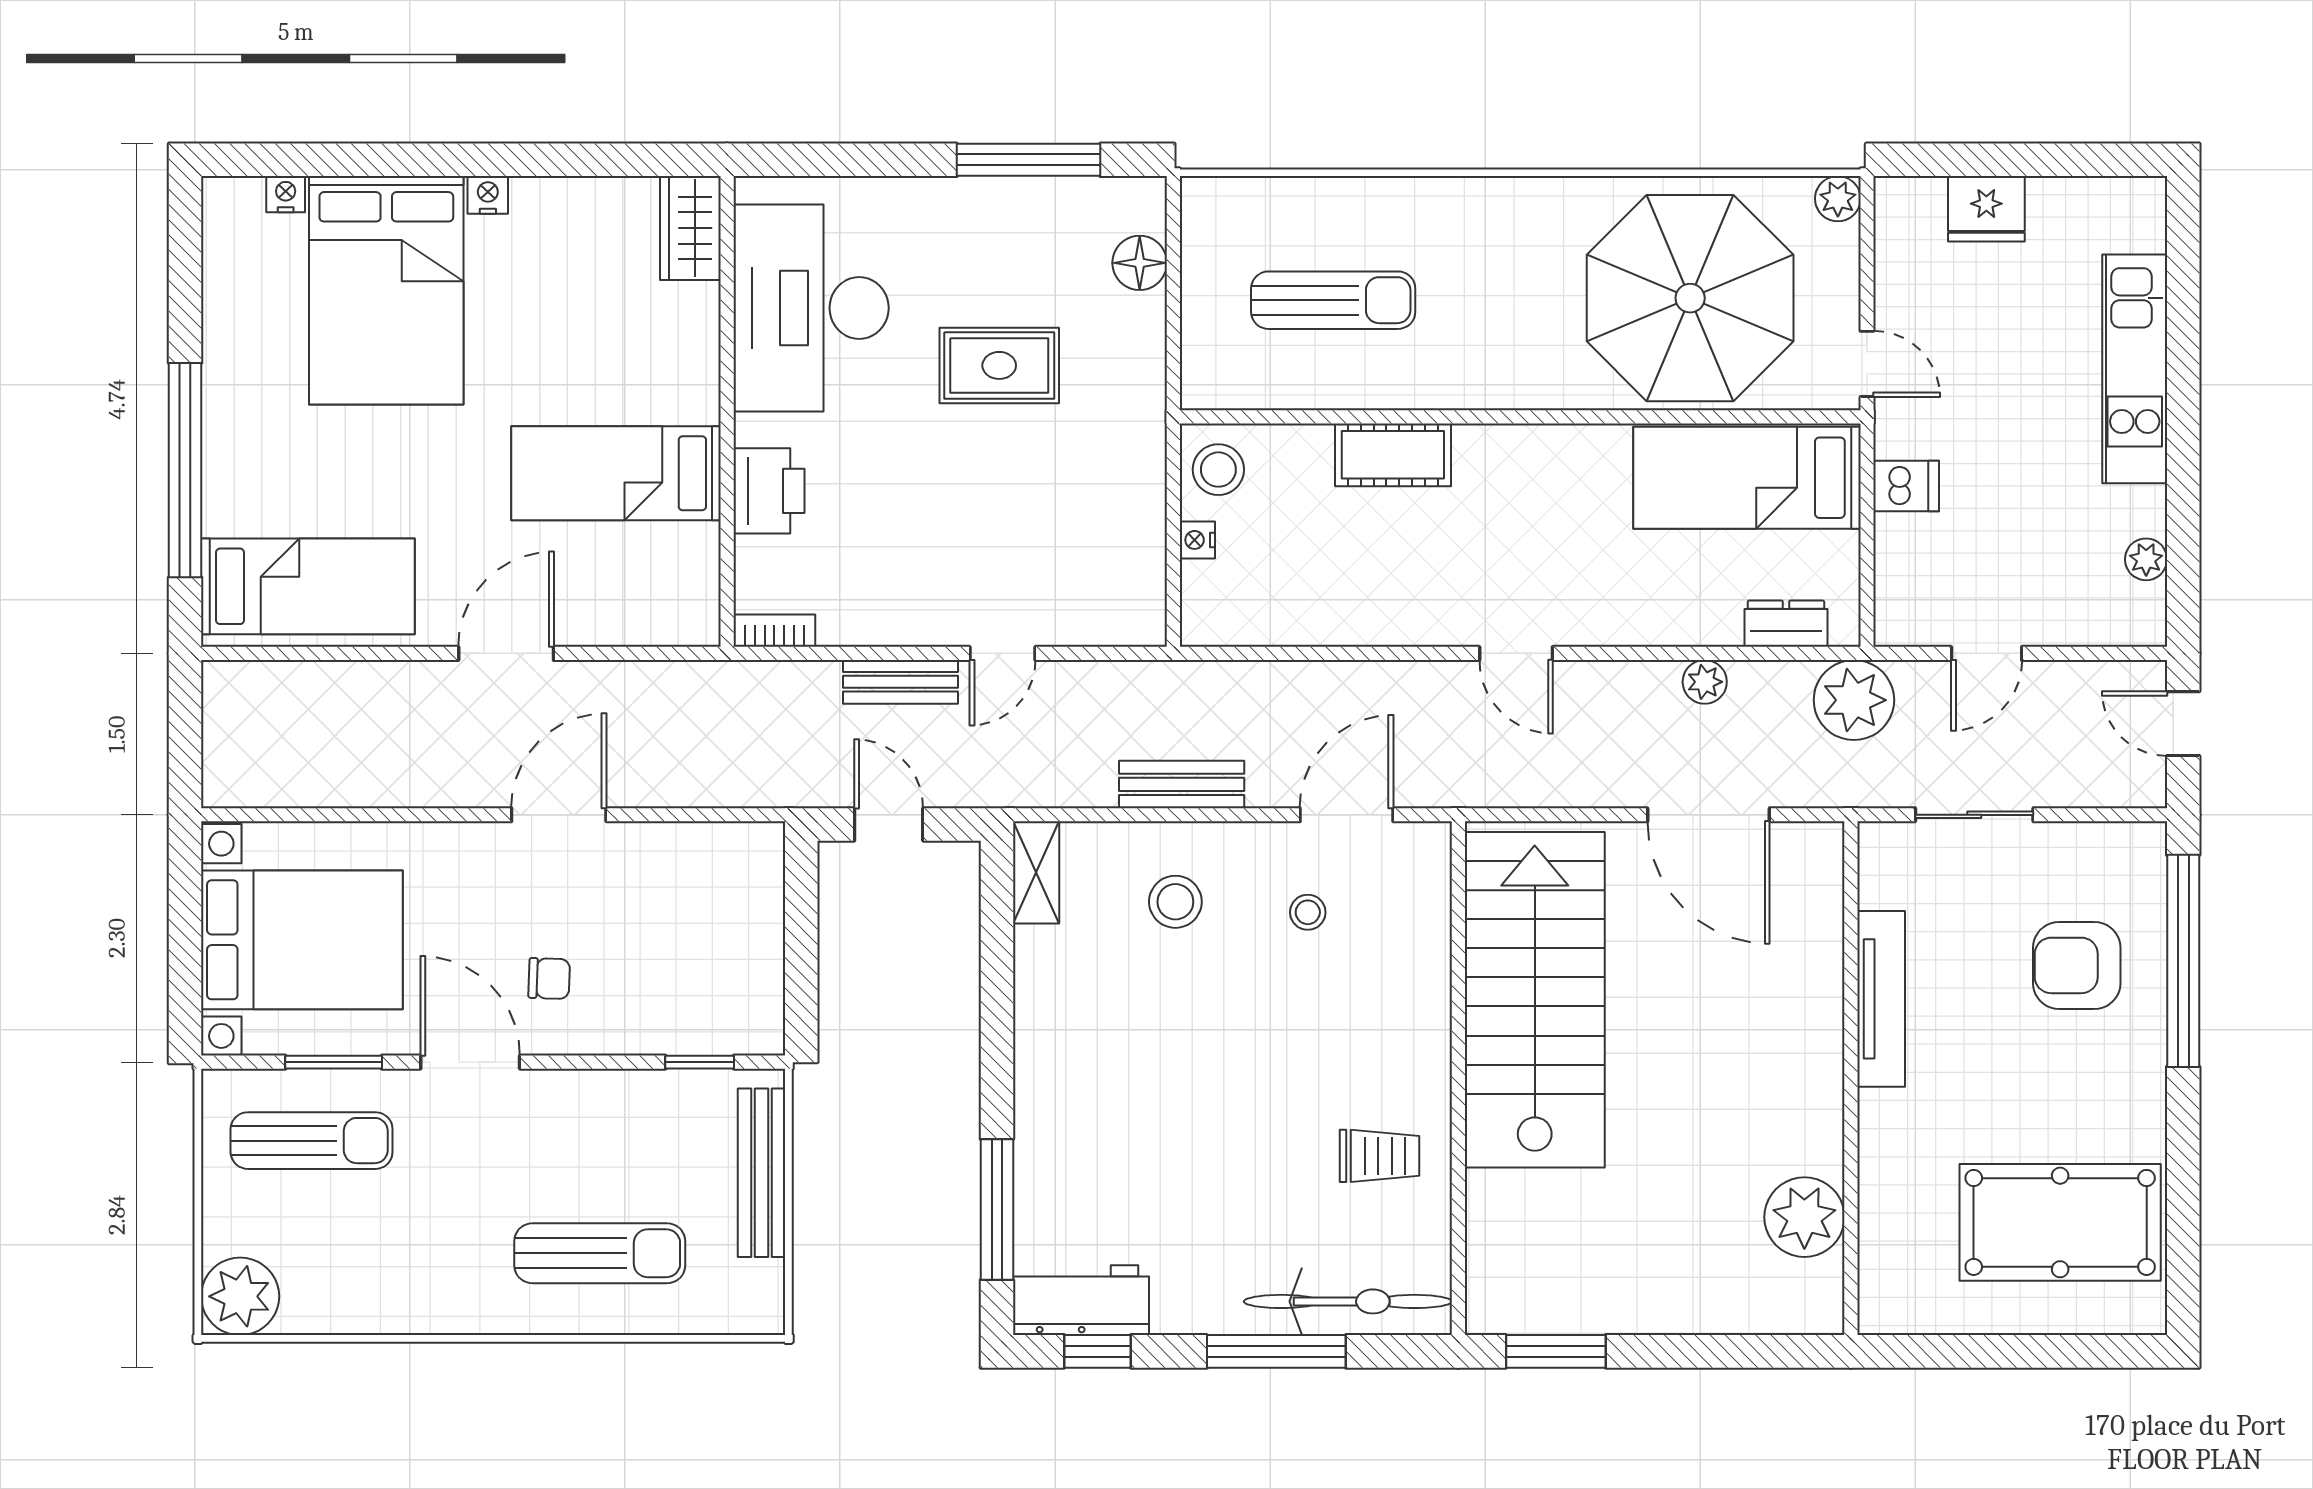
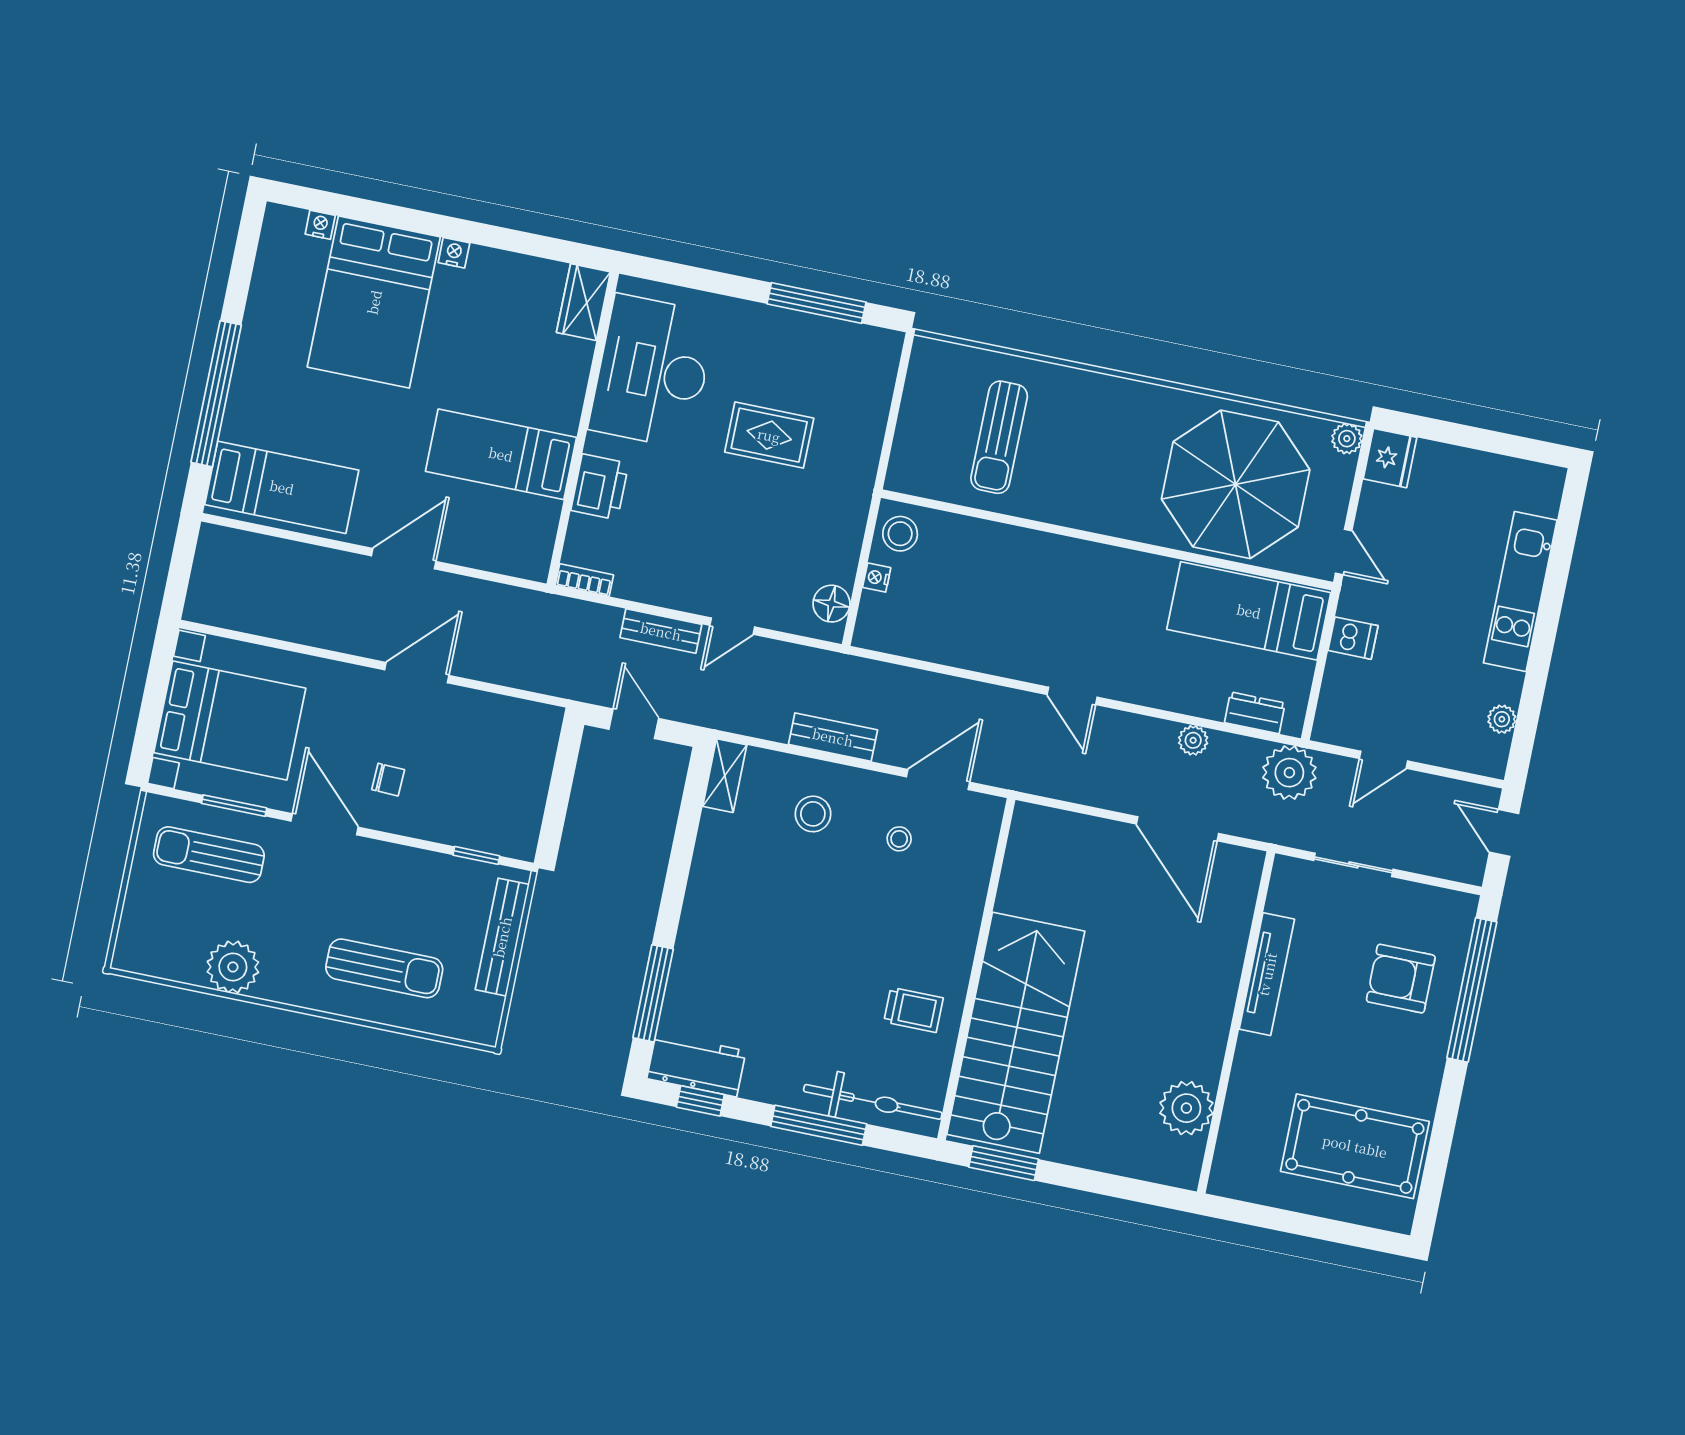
fridge: (1986, 209) -> (1390, 458), moved, turned -90
floor lamp: (1140, 263) -> (831, 604), moved
sun lounger: (1333, 300) -> (999, 437), turned 90
cot: (1393, 455) -> (1018, 548), removed
stairs: (1535, 1000) -> (1016, 1033), moved
sun lounger: (312, 1141) -> (209, 855), turned 180
plant: (240, 1296) -> (233, 967), moved

